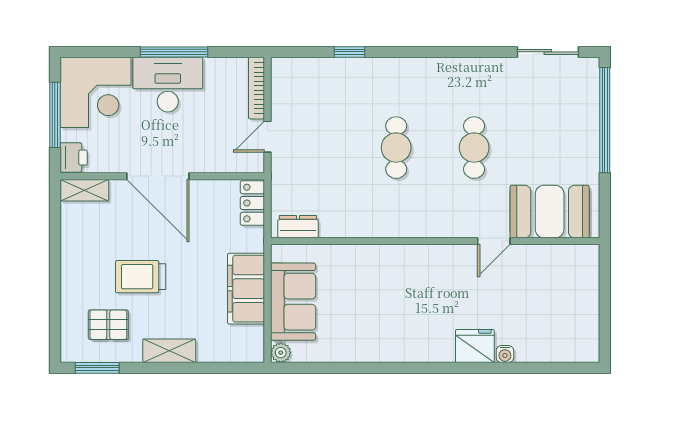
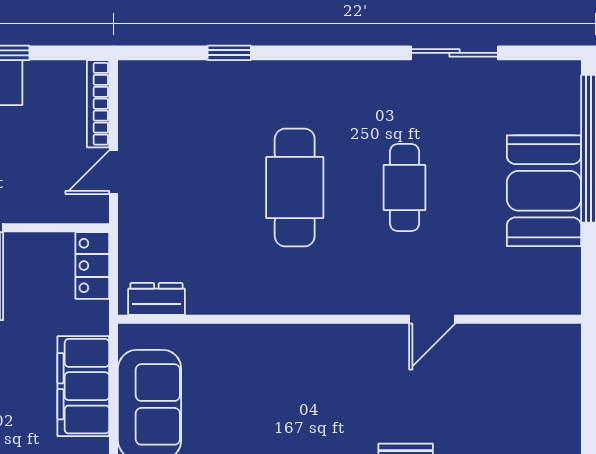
sliding door: (548, 52) -> (455, 53), moved
cafe table: (396, 148) -> (295, 188), width x1.37, depth x1.35
booth: (550, 212) -> (544, 191), moved, turned 90

